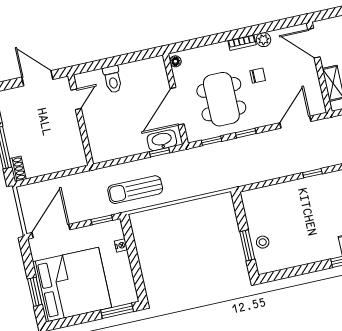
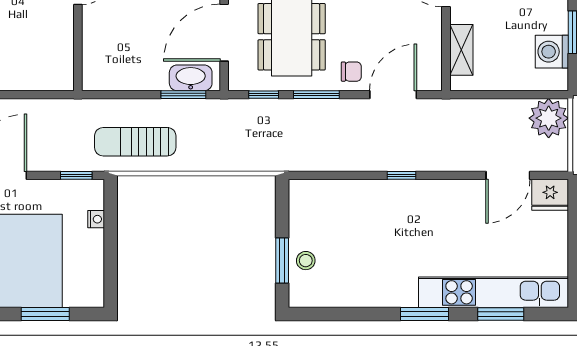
chair: (258, 76) -> (351, 72), moved
window: (246, 133) -> (316, 95), width x1.50
window: (160, 152) -> (183, 95), width x1.50
window: (117, 311) -> (45, 314), moved

